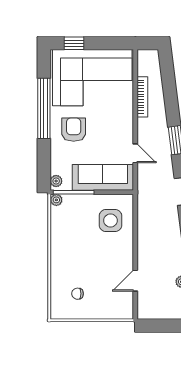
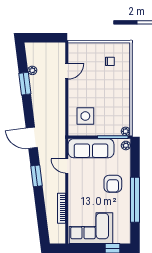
corner sofa: (92, 78) -> (91, 228), width x0.73, depth x0.74

